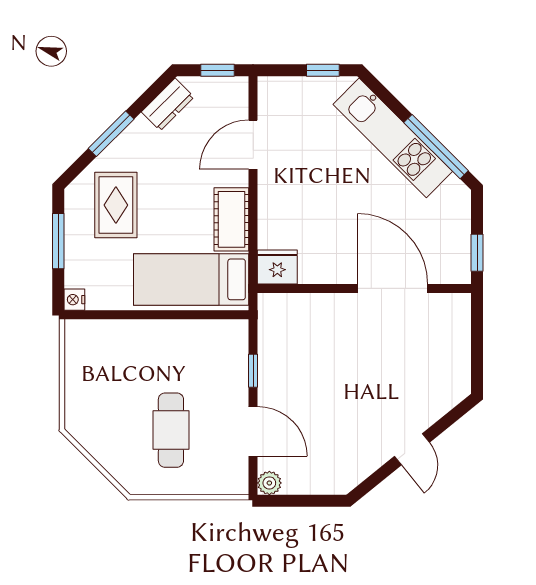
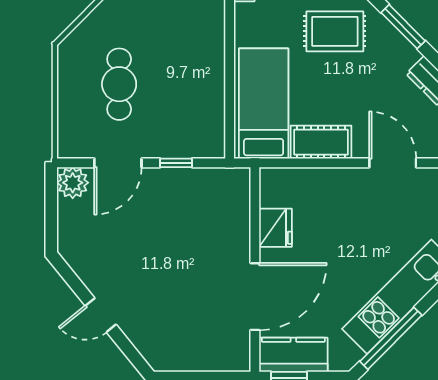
kitchen counter: (453, 248) -> (293, 355), added
fridge: (277, 267) -> (276, 228), moved
cafe table: (171, 430) -> (119, 84), turned 90
plant: (269, 483) -> (73, 183), width x1.38, depth x1.38

